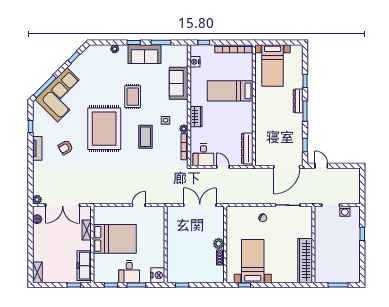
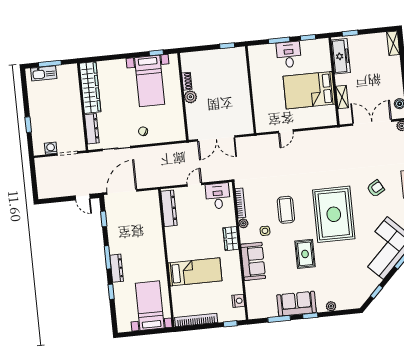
sofa: (179, 83) -> (253, 261), moved
door: (223, 167) -> (194, 185), swing flipped
dresser: (307, 225) -> (92, 129), added
nightstand: (158, 275) -> (256, 54), removed
kitchen sink: (344, 277) -> (44, 73), added

